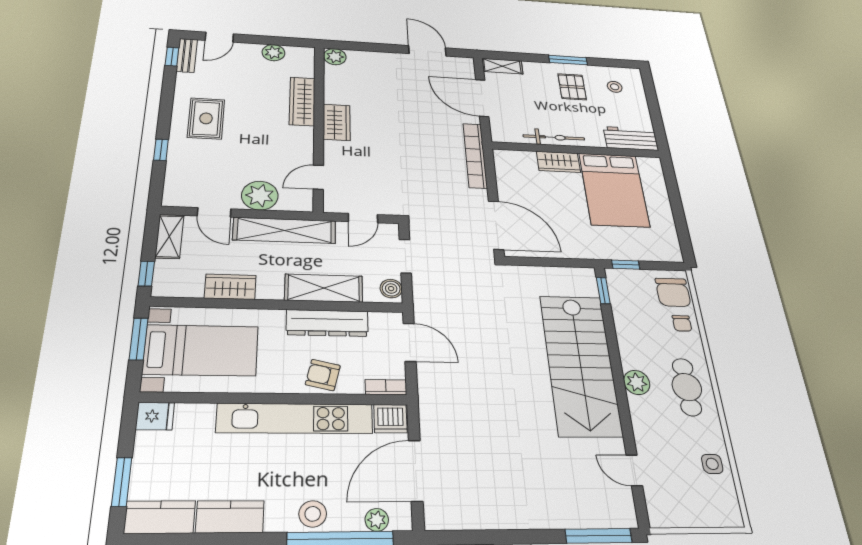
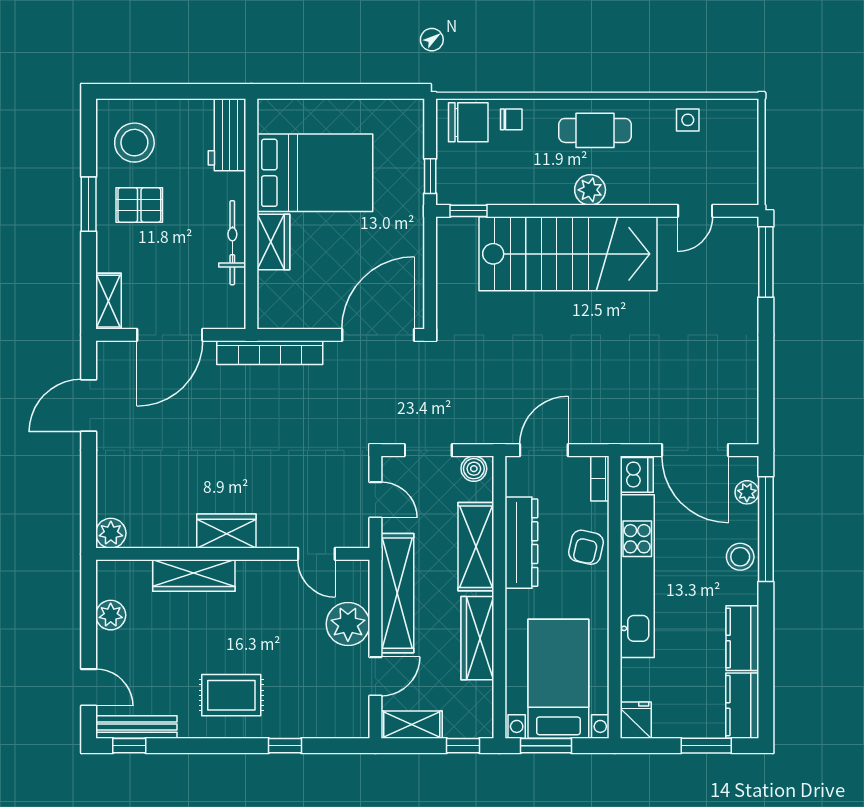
bench: (187, 55) -> (136, 727), width x1.36
stool: (615, 87) -> (134, 143), width x1.89, depth x1.89
wardrobe: (230, 287) -> (477, 638), width x1.50

